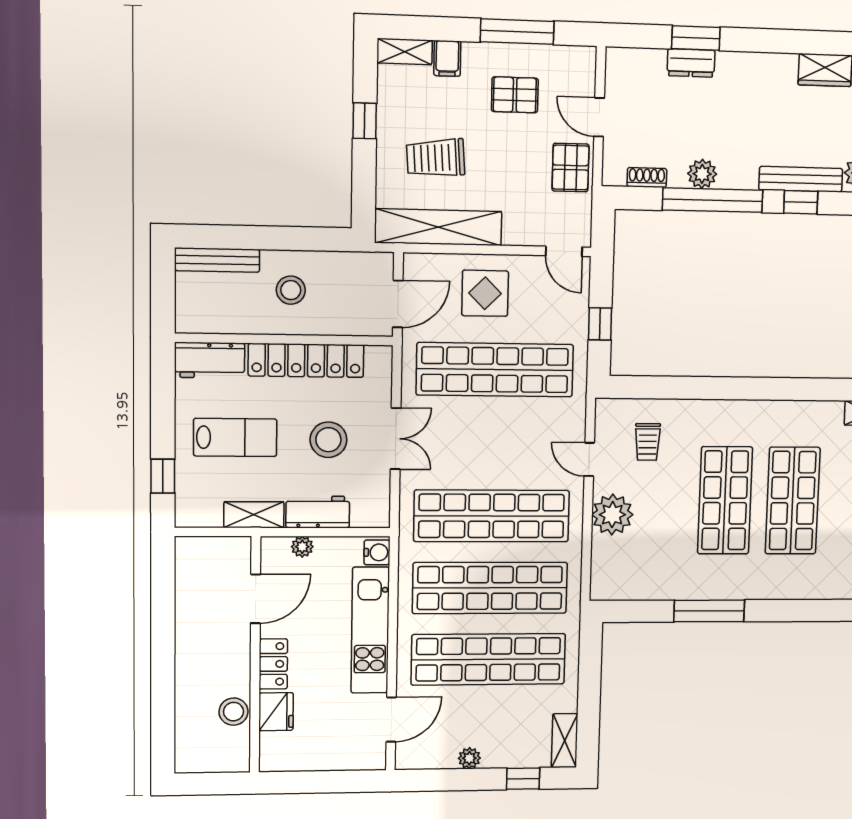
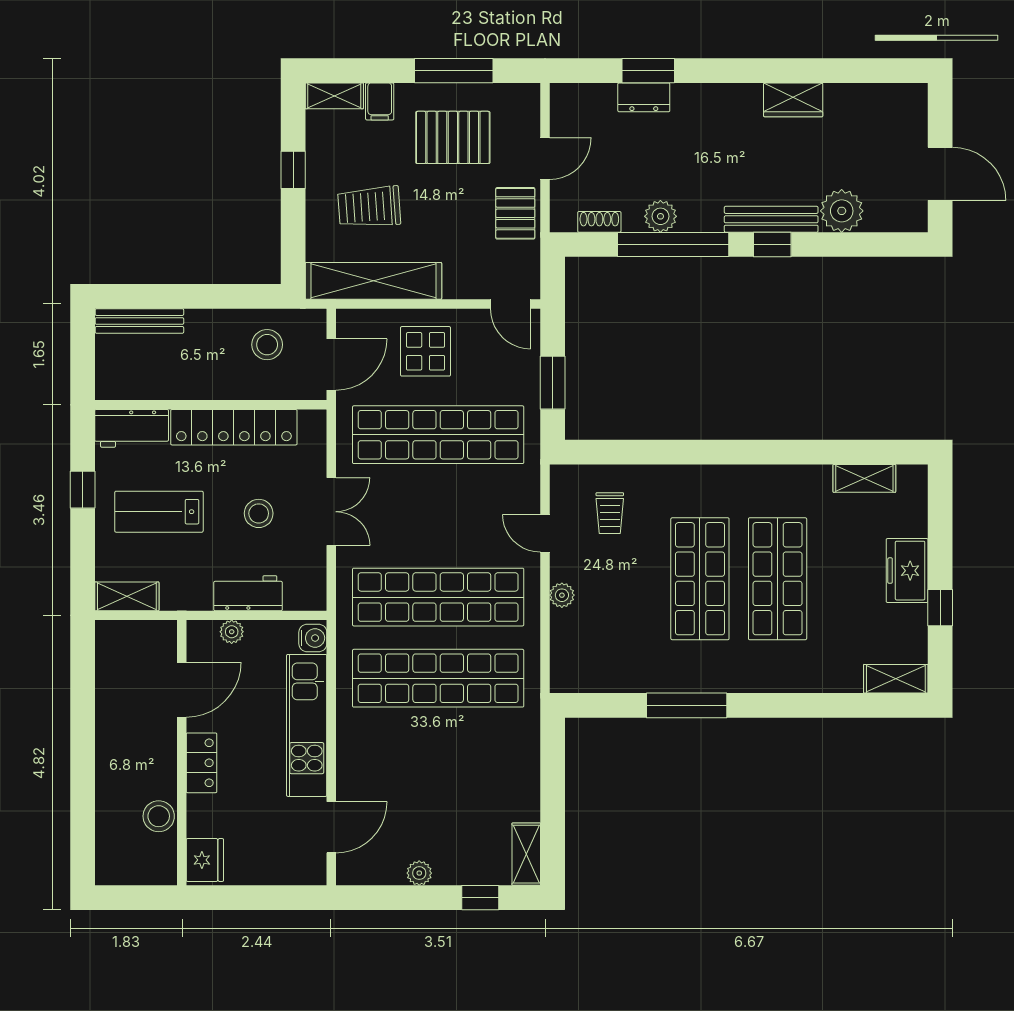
pallet: (515, 95) -> (453, 137), width x1.50, depth x1.42
door: (599, 117) -> (545, 159), swing flipped
stool: (291, 290) -> (267, 345), moved
window: (600, 324) -> (553, 383), width x1.50
lab bench: (235, 437) -> (159, 512), turned 180
stool: (328, 440) -> (259, 513), width x0.73, depth x0.73
window: (163, 476) -> (83, 490), moved
shelving: (254, 515) -> (127, 596), moved
plant: (612, 515) -> (562, 595), width x0.53, depth x0.53
shop shelf: (488, 659) -> (438, 759), removed
fridge: (276, 712) -> (205, 860), moved

